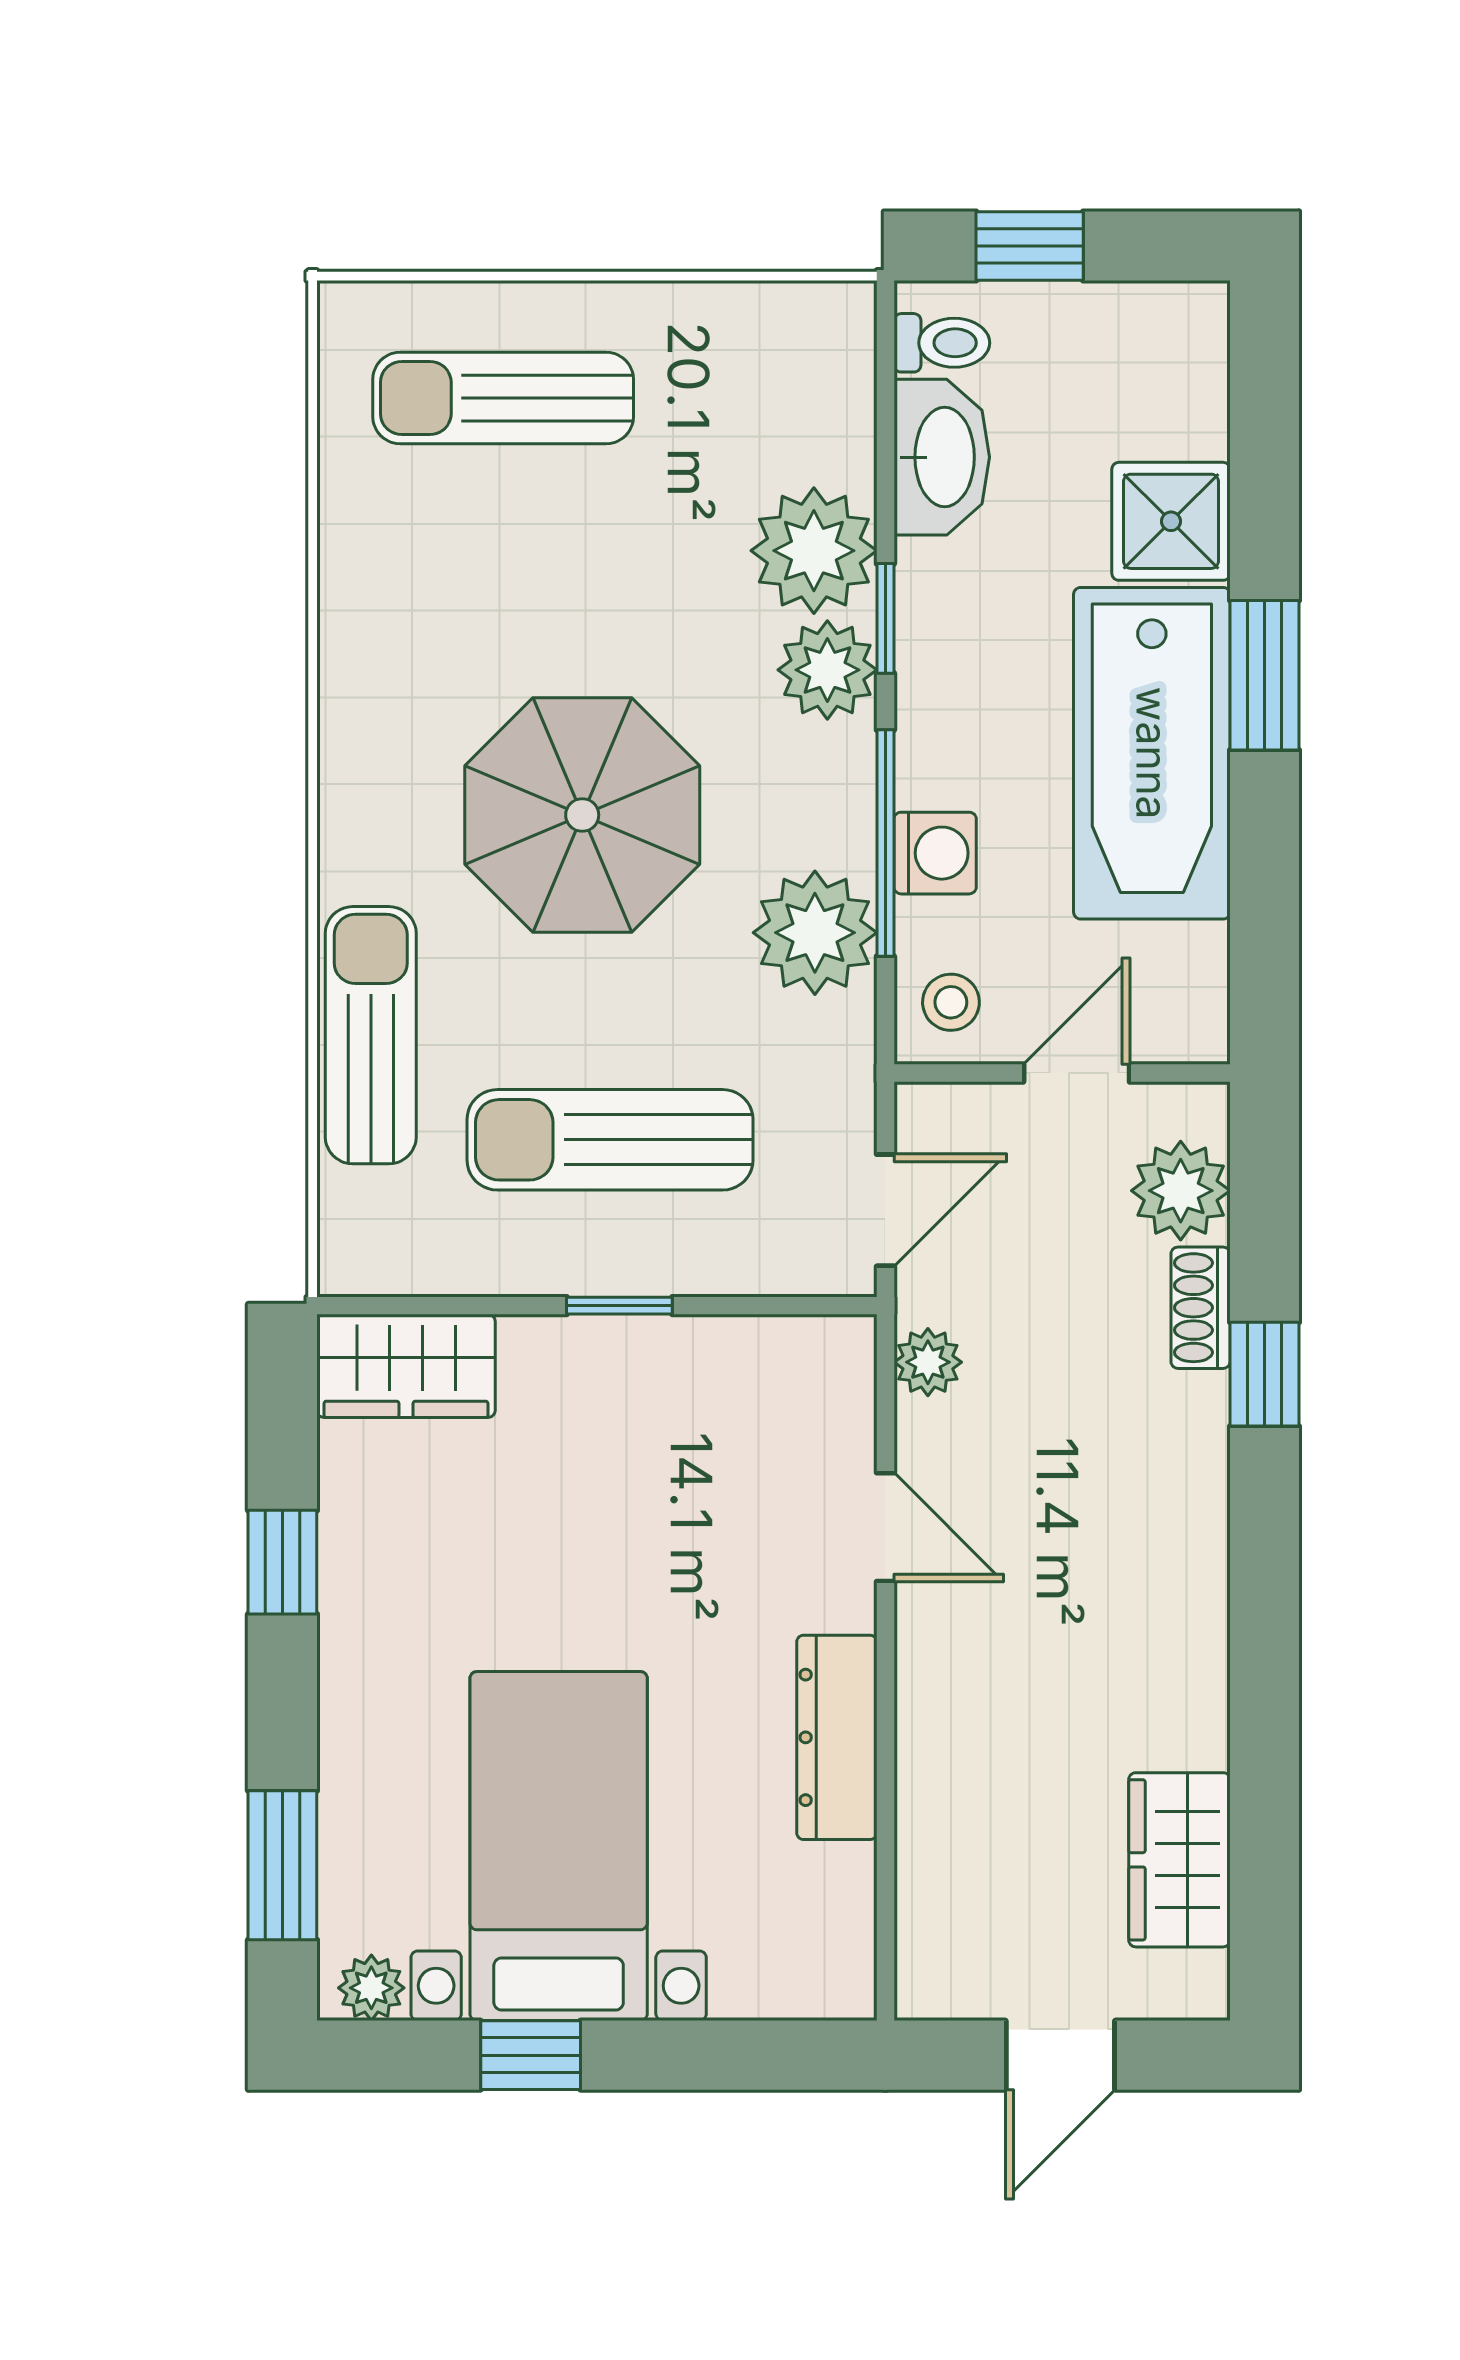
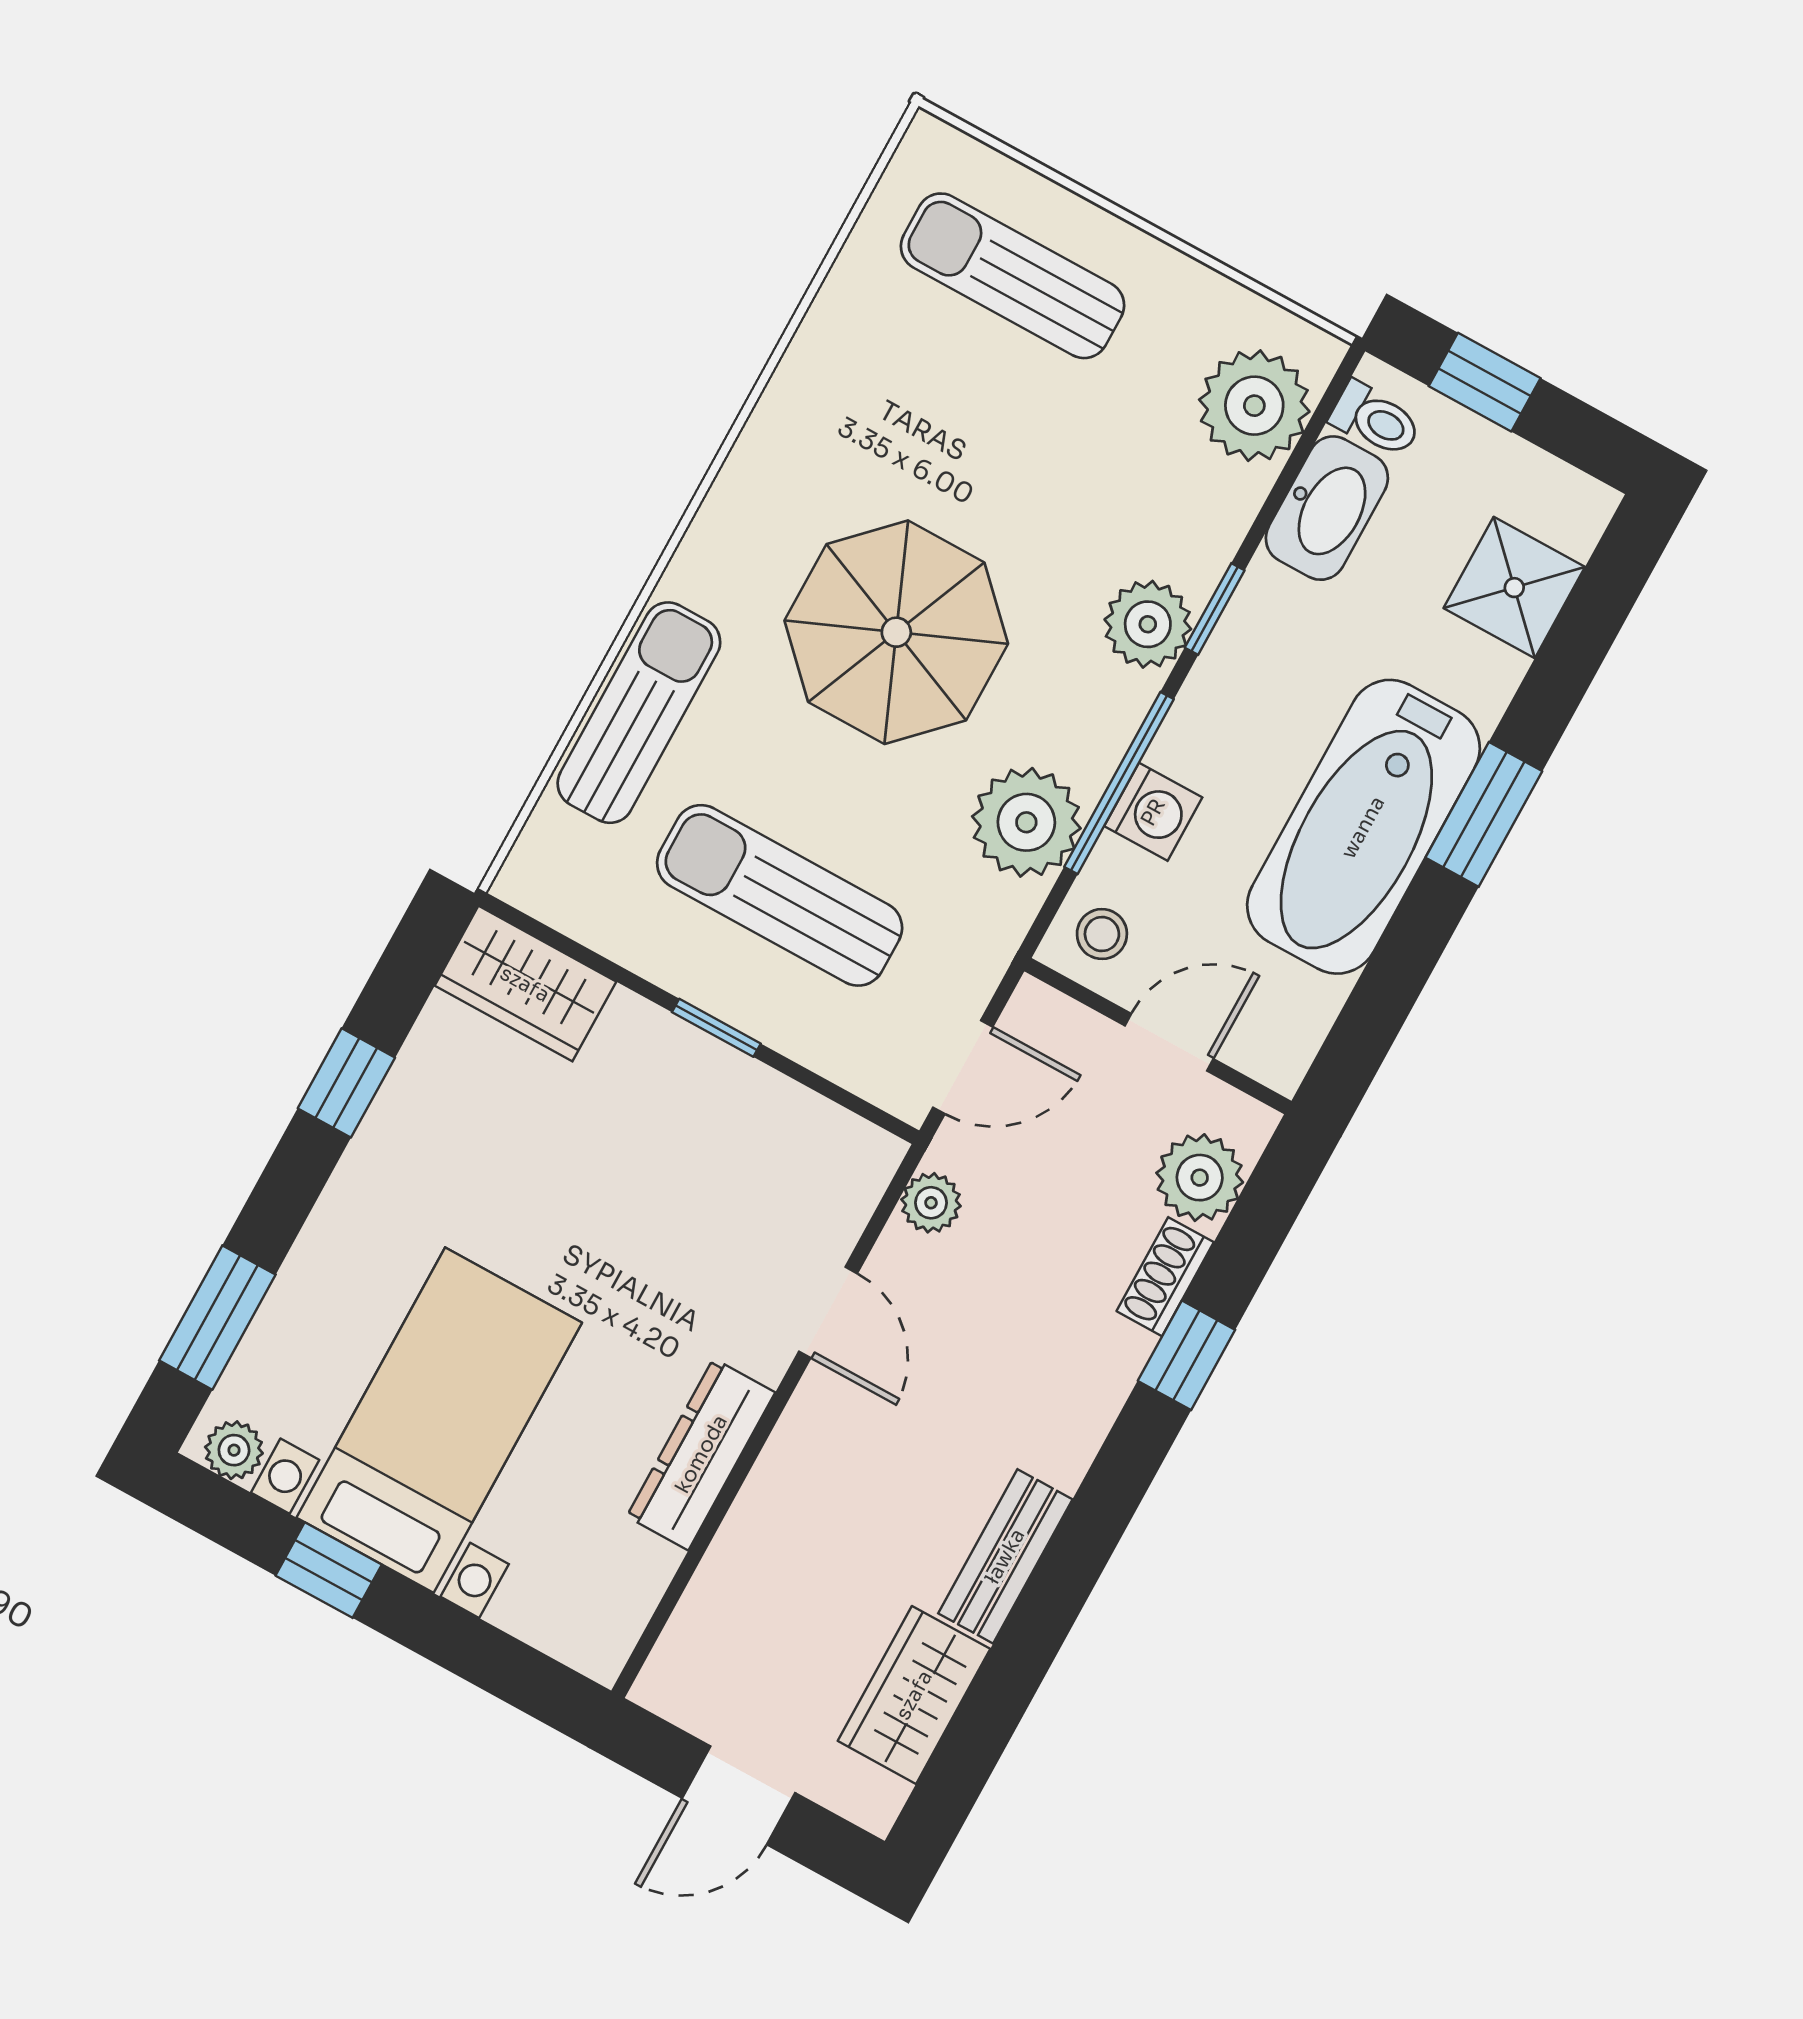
shower: (1171, 521) -> (1514, 588), moved
plant: (814, 551) -> (1254, 406), moved
bench: (1194, 1672) -> (1005, 1556), added

